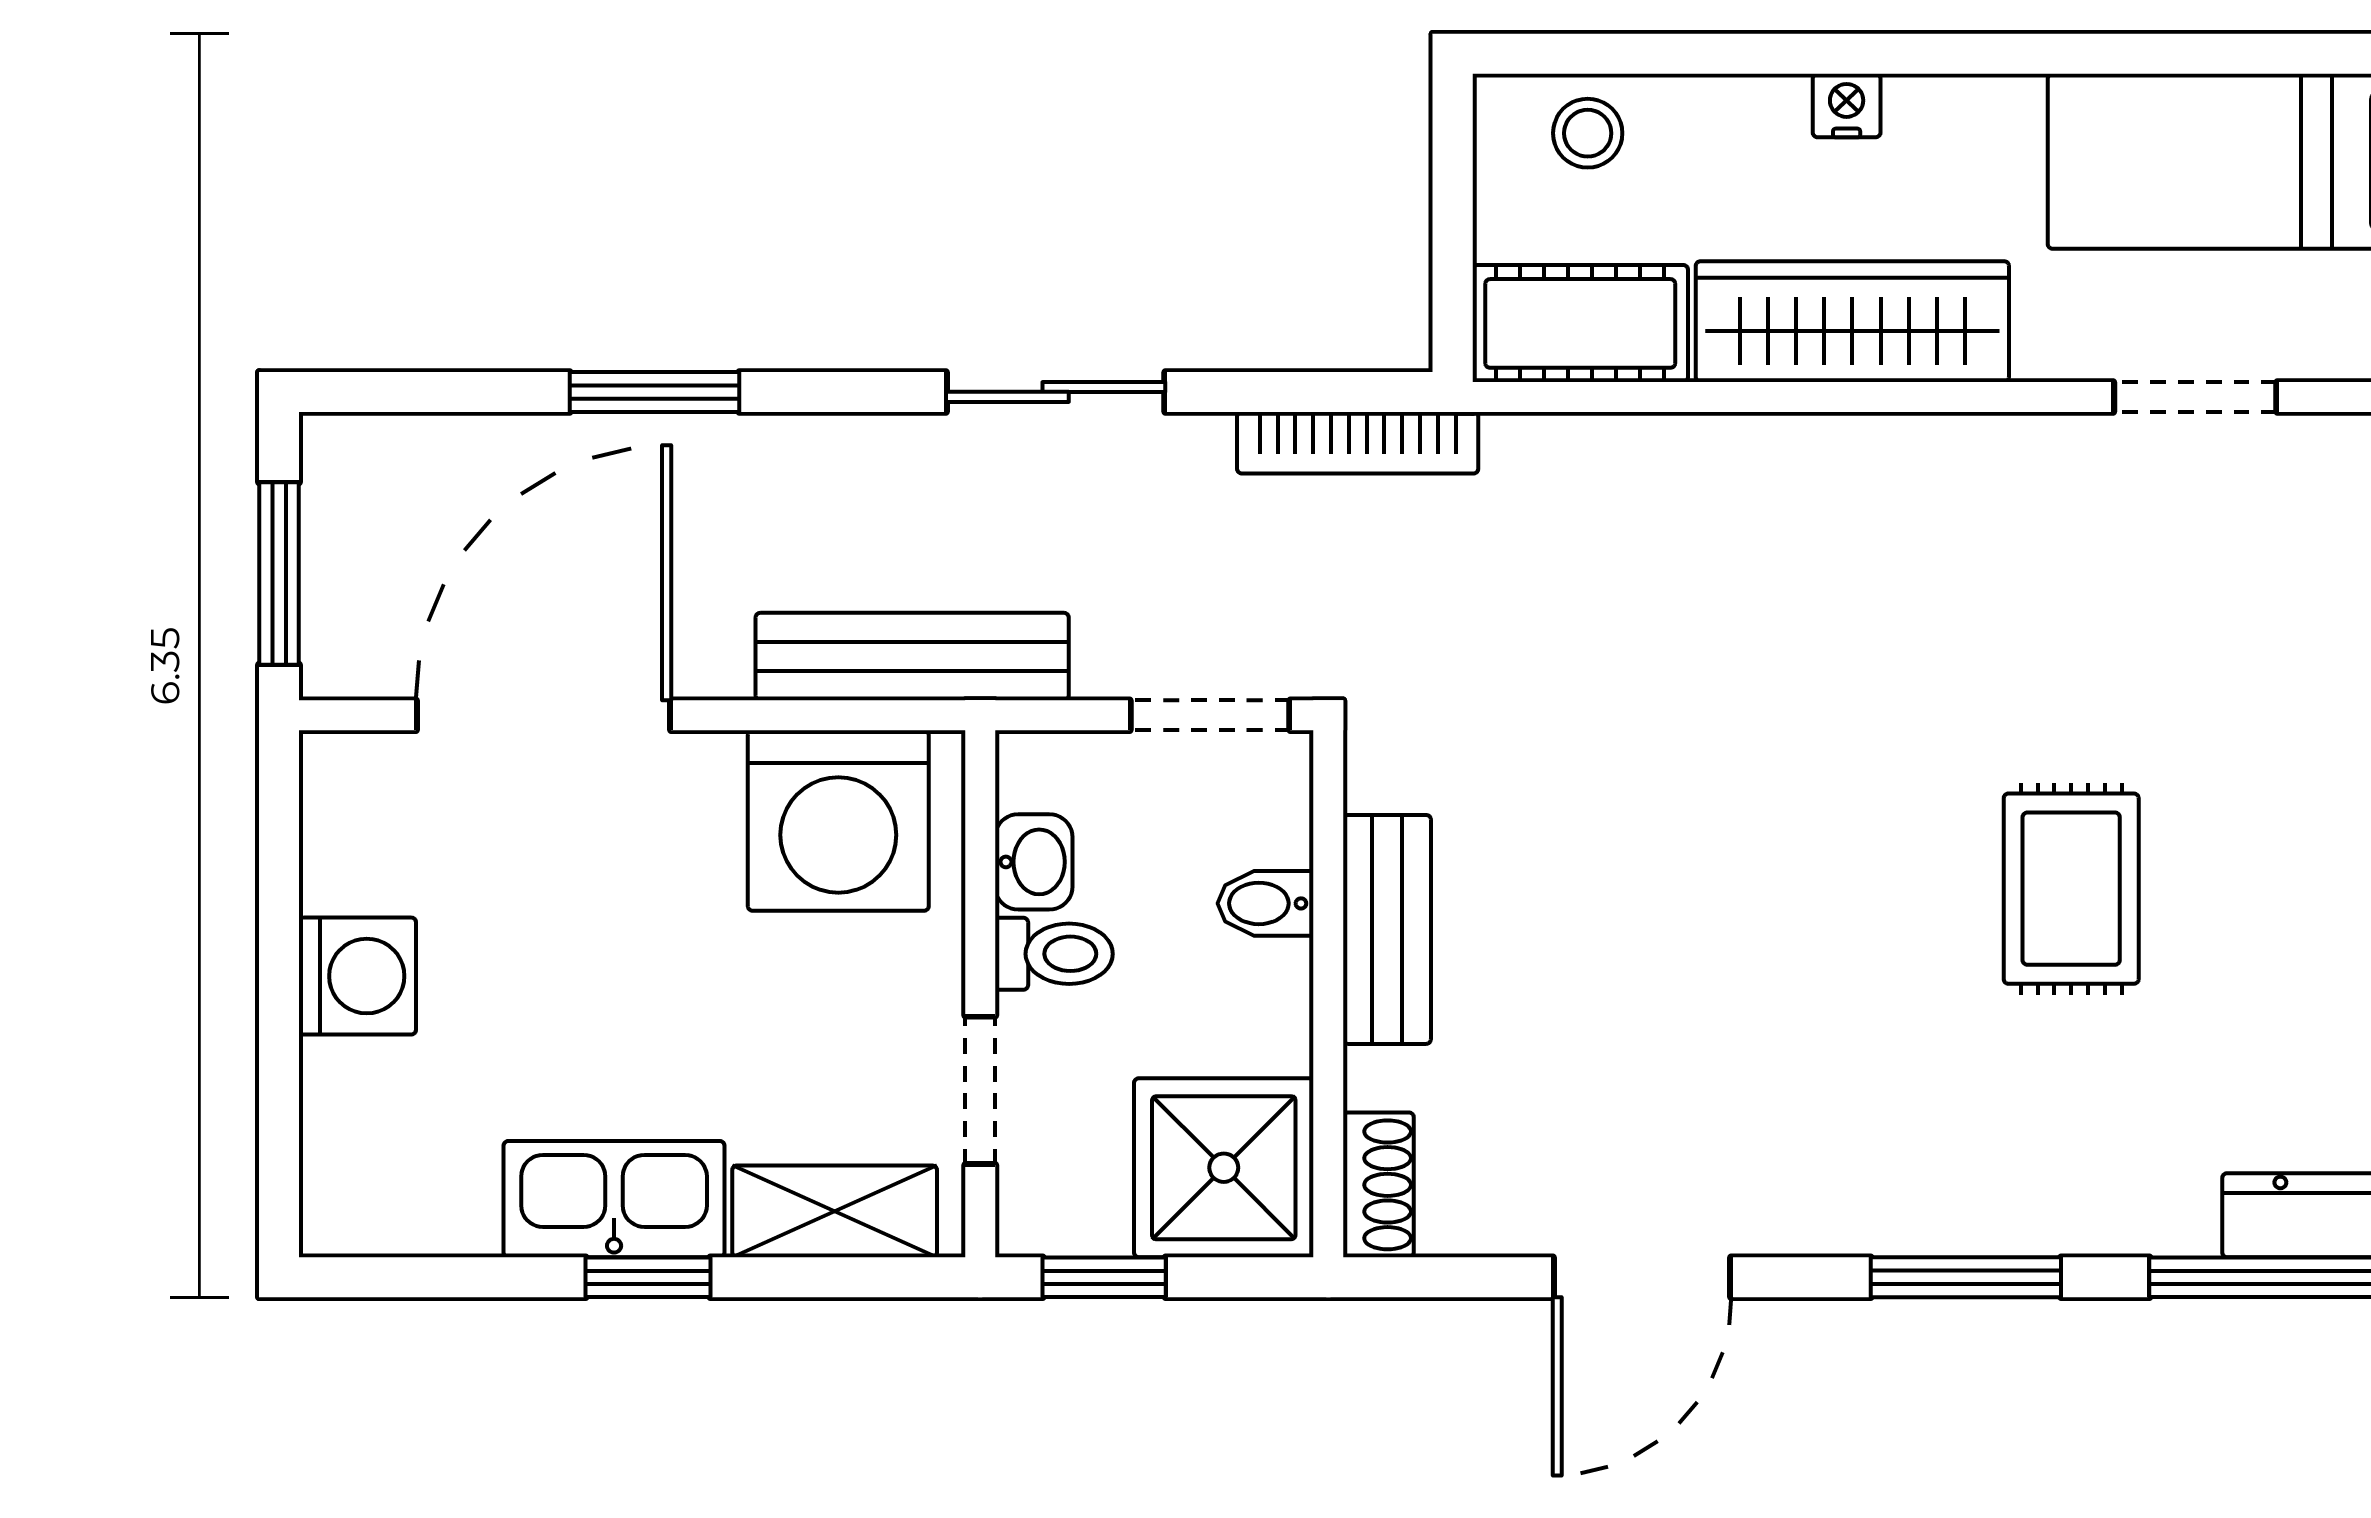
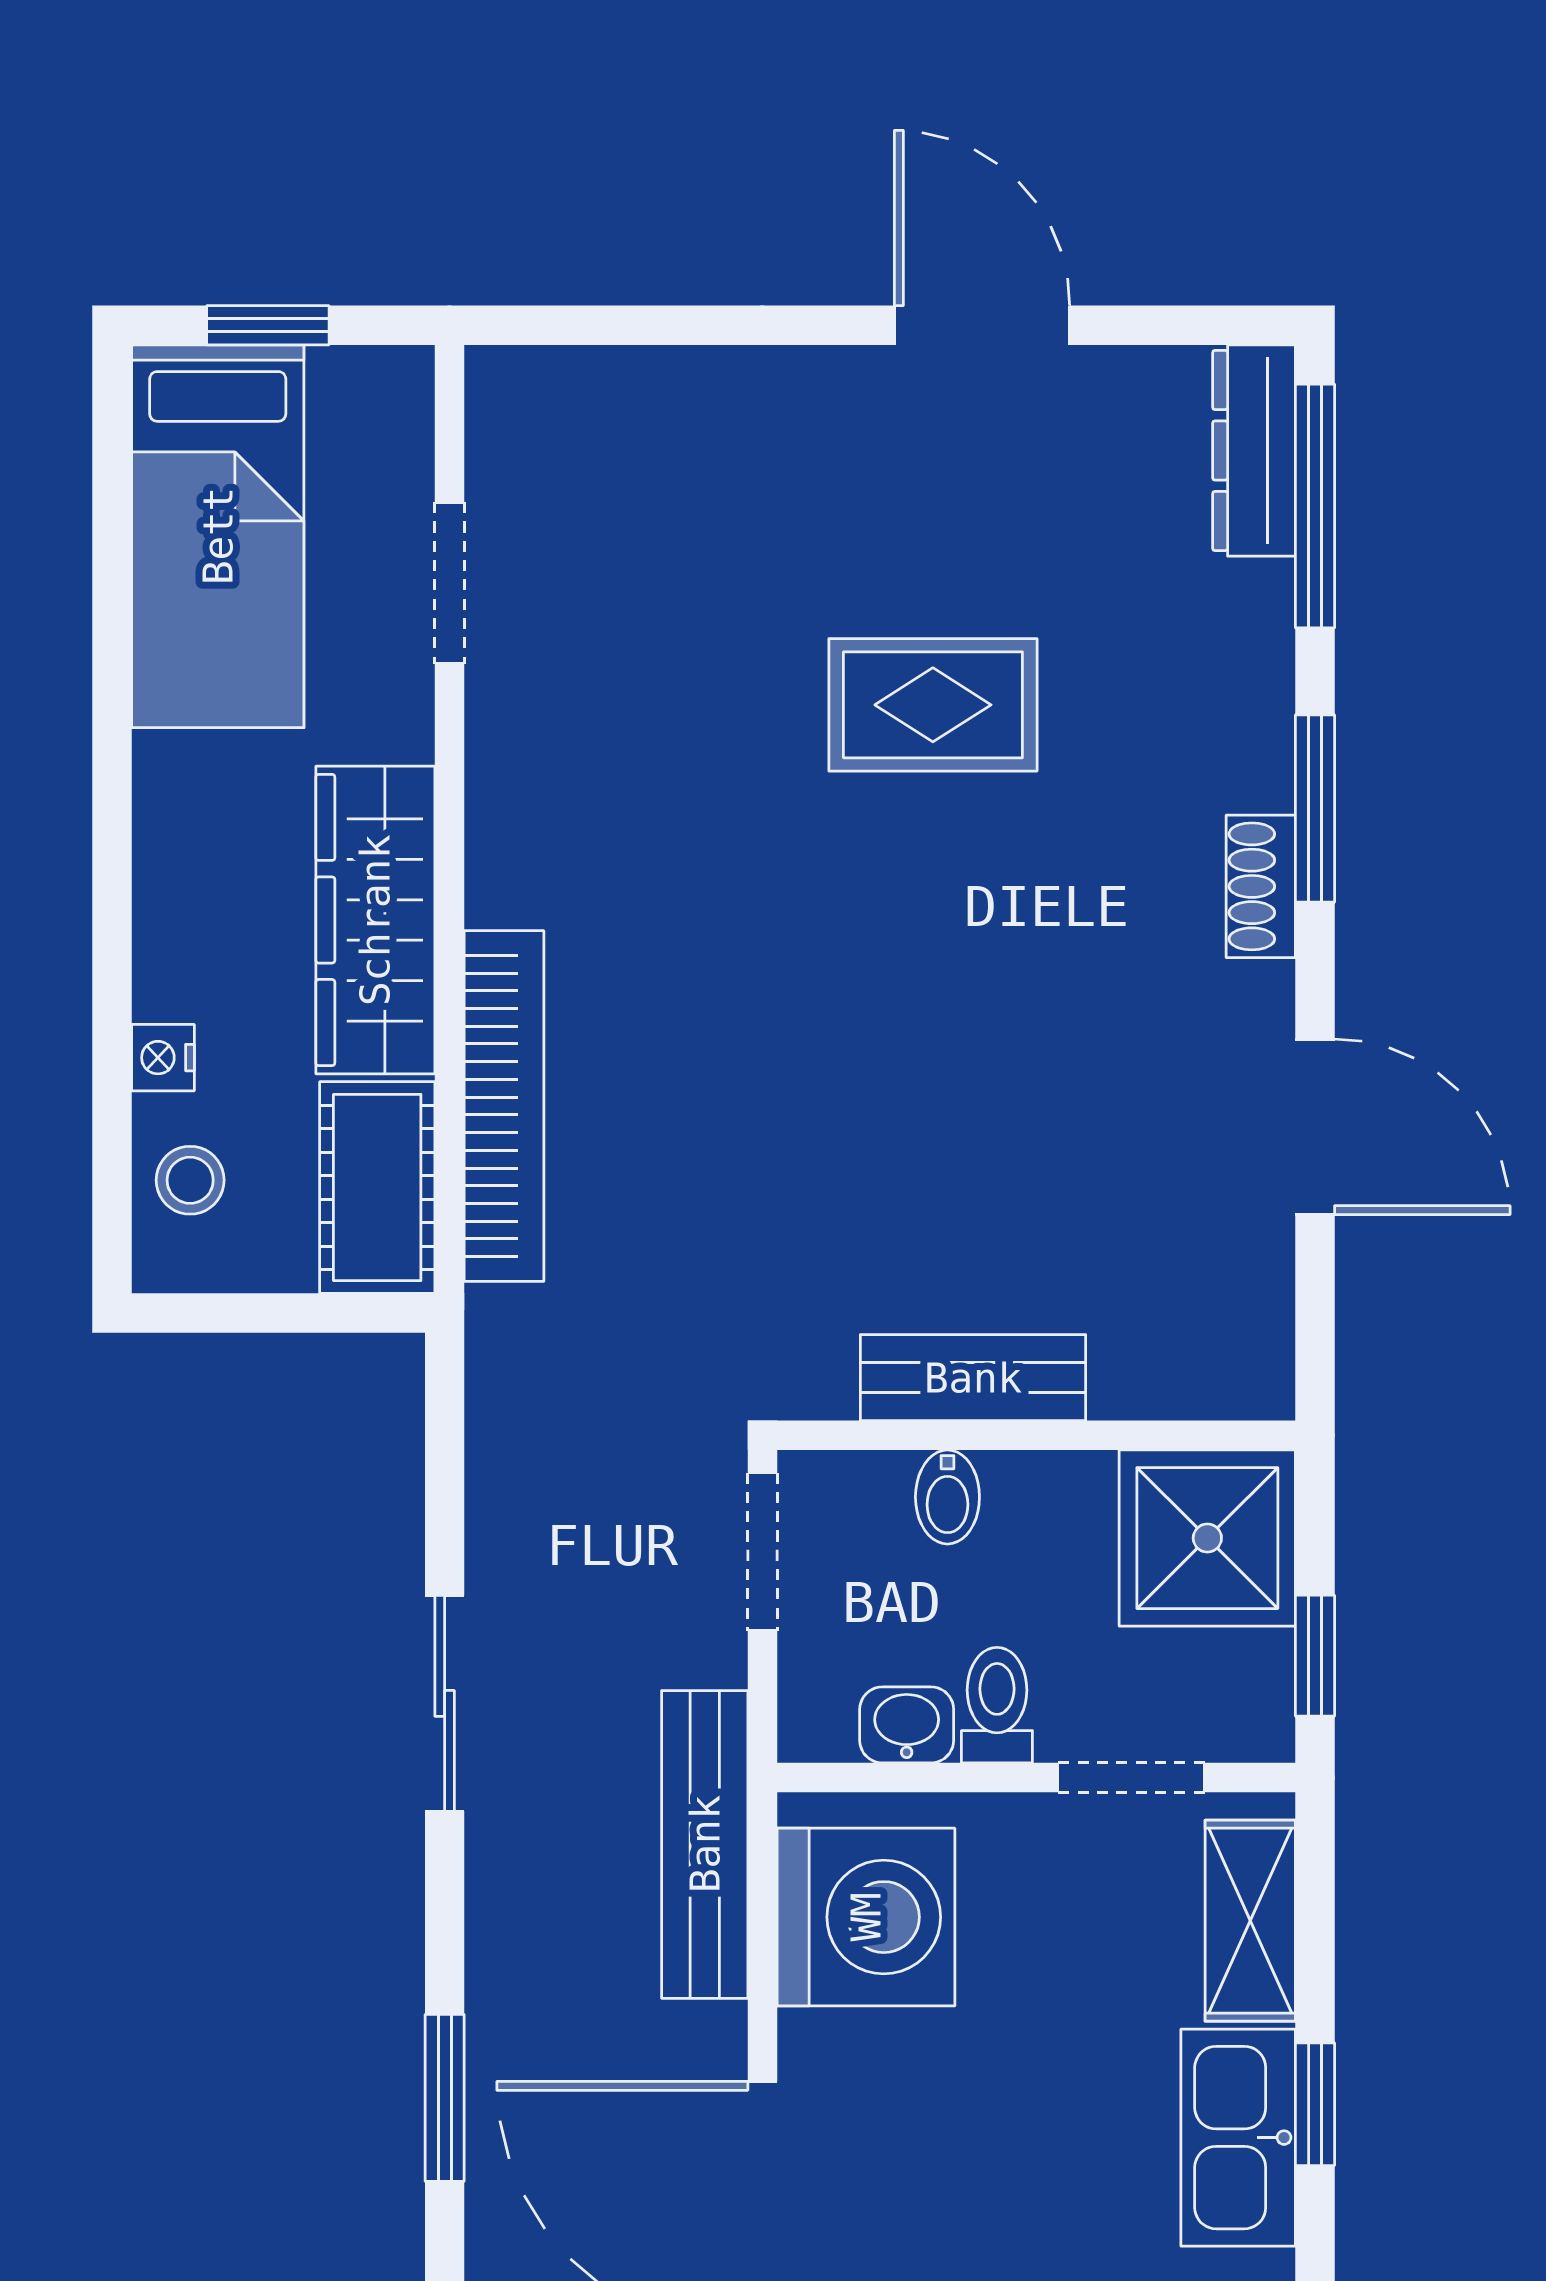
nightstand: (1847, 106) -> (163, 1058), moved
bookcase: (1358, 443) -> (504, 1106), moved, width x1.48, depth x1.31
shoe rack: (1378, 1185) -> (1261, 886), moved, turned -90

